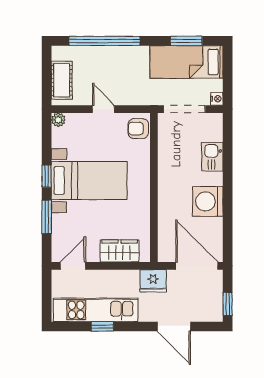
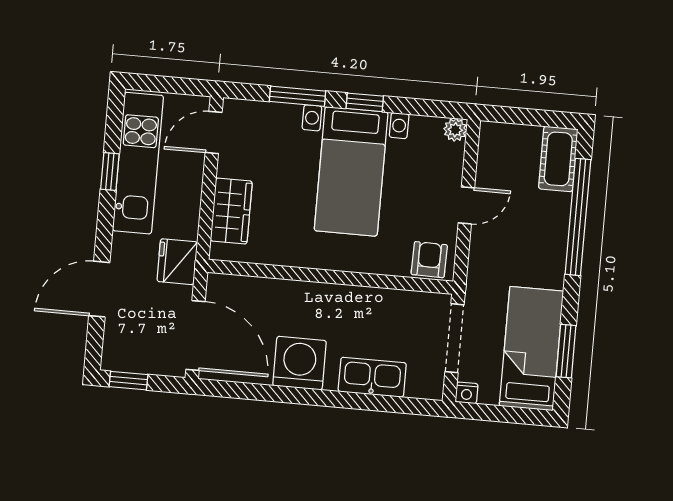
cot: (62, 80) -> (558, 159), moved, turned 90
kitchen sink: (212, 157) -> (372, 377), width x1.38
door: (73, 266) -> (214, 132), swing flipped
door: (197, 266) -> (195, 336), hinge flipped

